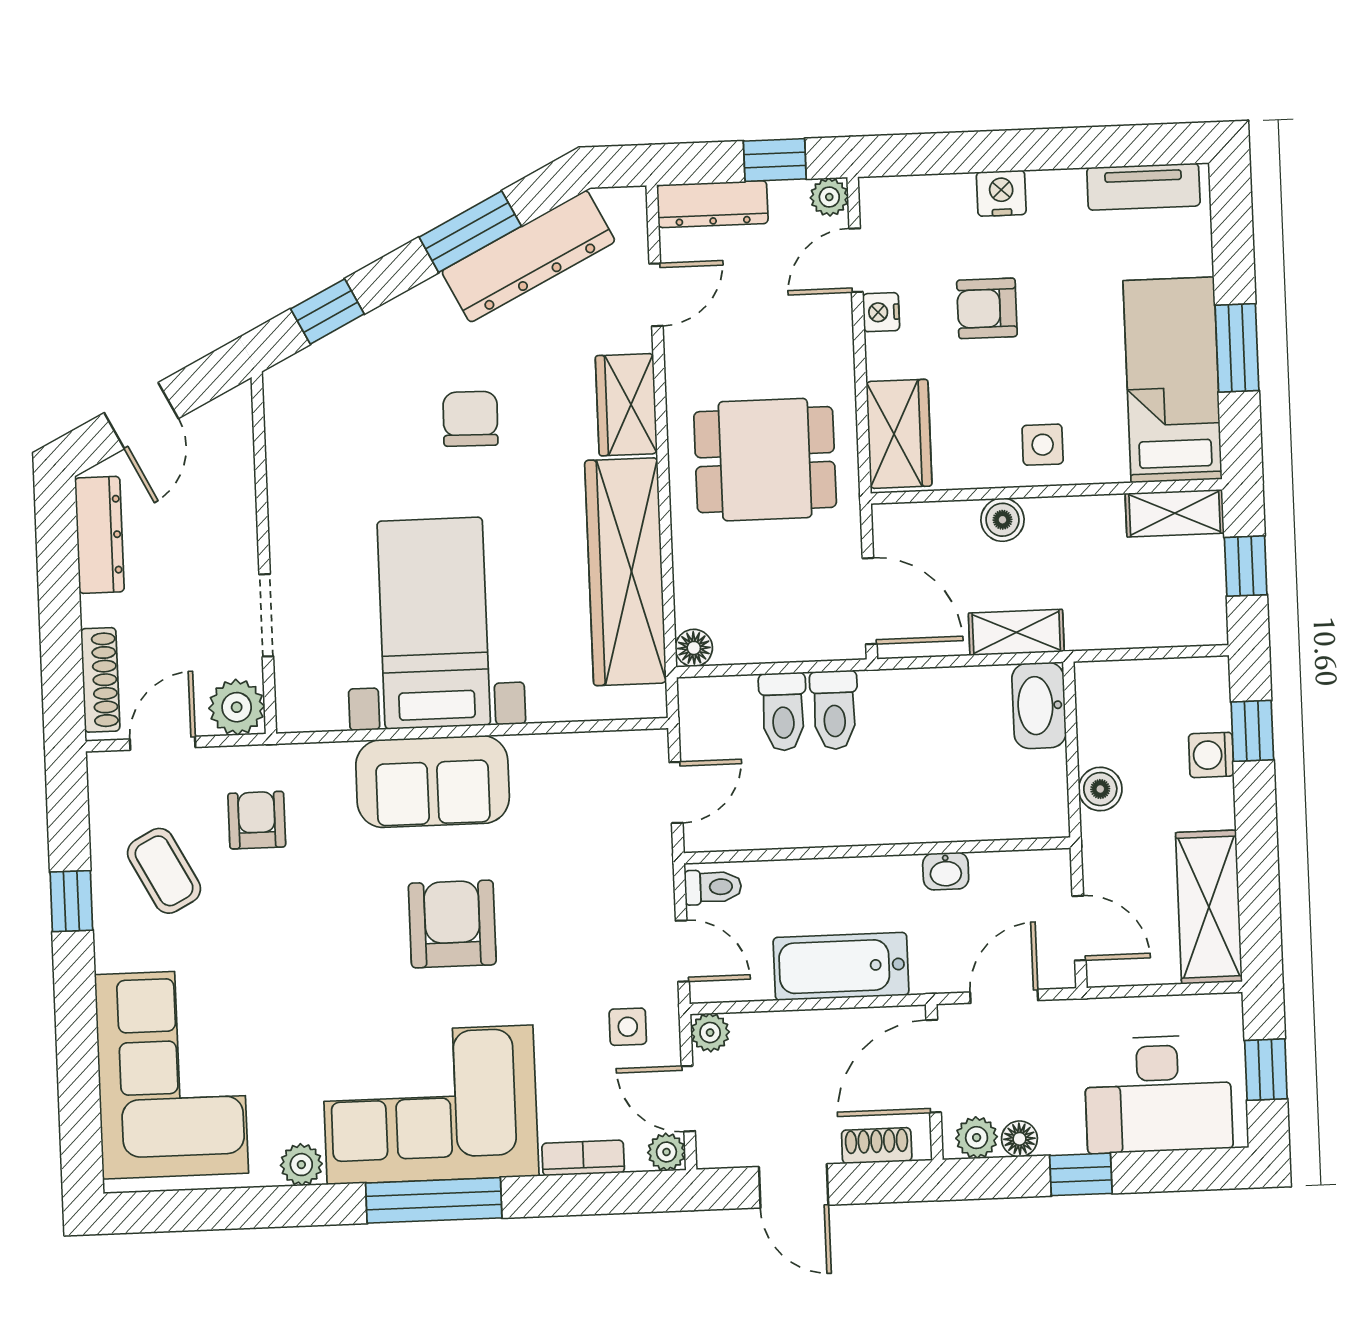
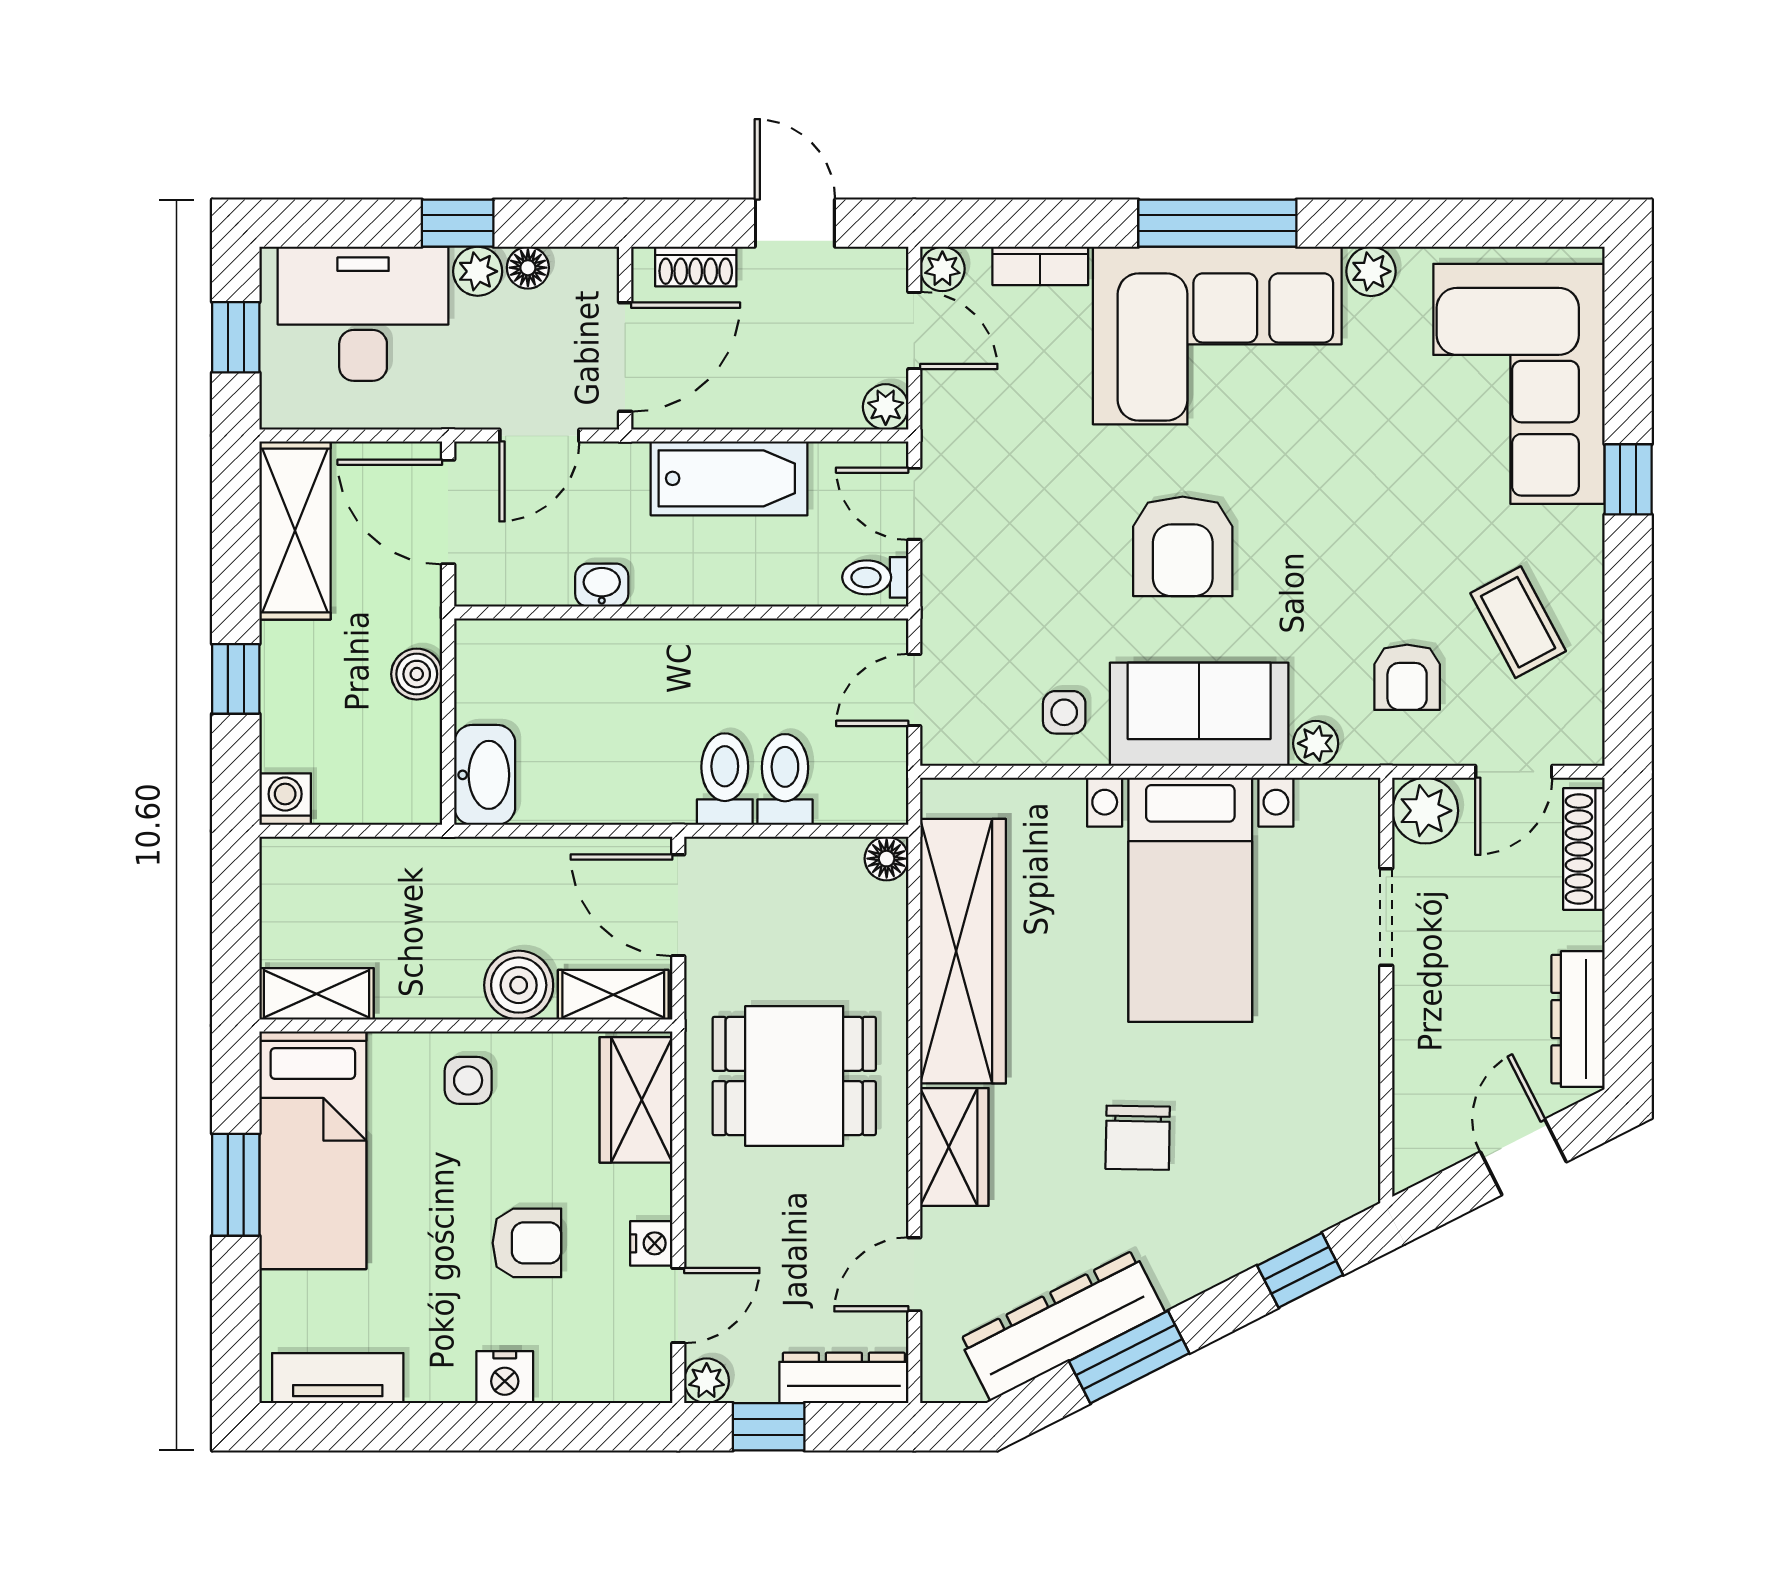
boiler: (1002, 520) -> (519, 985), width x1.36, depth x1.36
window: (1246, 566) -> (236, 929), removed
shelving: (1016, 632) -> (613, 995), moved
window: (1252, 731) -> (236, 679), moved
washing machine: (1211, 755) -> (285, 799), moved, turned -90
plant: (332, 761) -> (1316, 743), added
window: (71, 901) -> (1628, 479), moved
door: (1079, 928) -> (448, 512), width x1.38
side table: (628, 1027) -> (1064, 712), moved
plant: (977, 1138) -> (478, 271), moved

